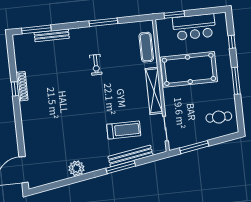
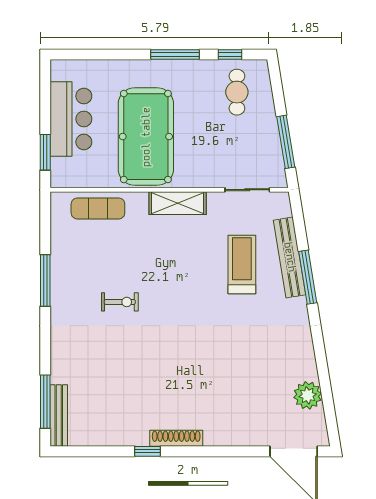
bench: (52, 35) -> (59, 416), moved
window: (232, 42) -> (230, 55), moved
shoe rack: (22, 86) -> (176, 438), moved
shelving: (154, 91) -> (178, 203), width x0.68
plant: (76, 168) -> (308, 395), moved

